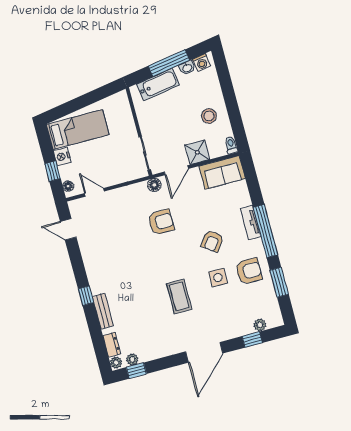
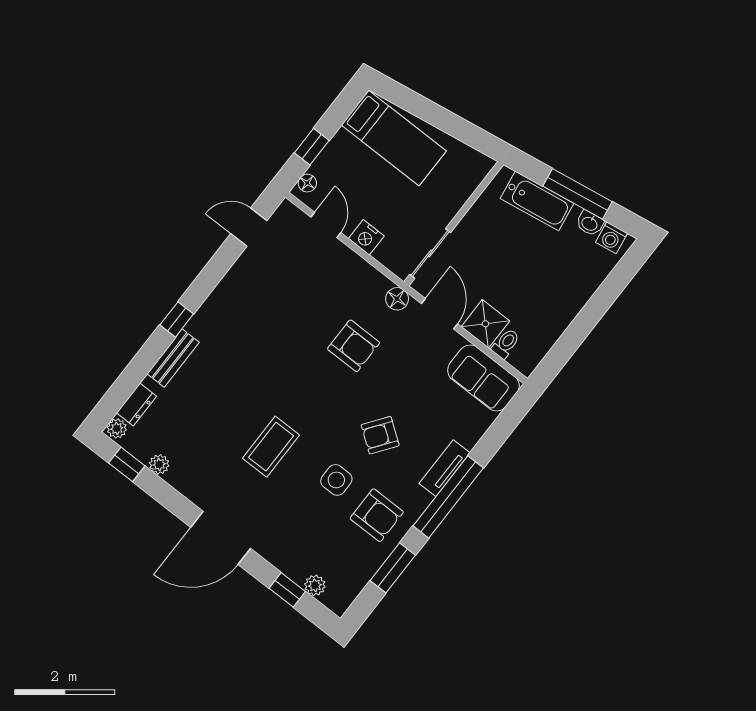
stool: (209, 116) -> (547, 303), removed
toilet: (231, 145) -> (506, 344), moved
nightstand: (62, 156) -> (366, 237), moved, turned -90
door: (176, 170) -> (439, 314), swing flipped
door: (68, 229) -> (249, 227), hinge flipped
plant: (132, 359) -> (159, 464), moved

